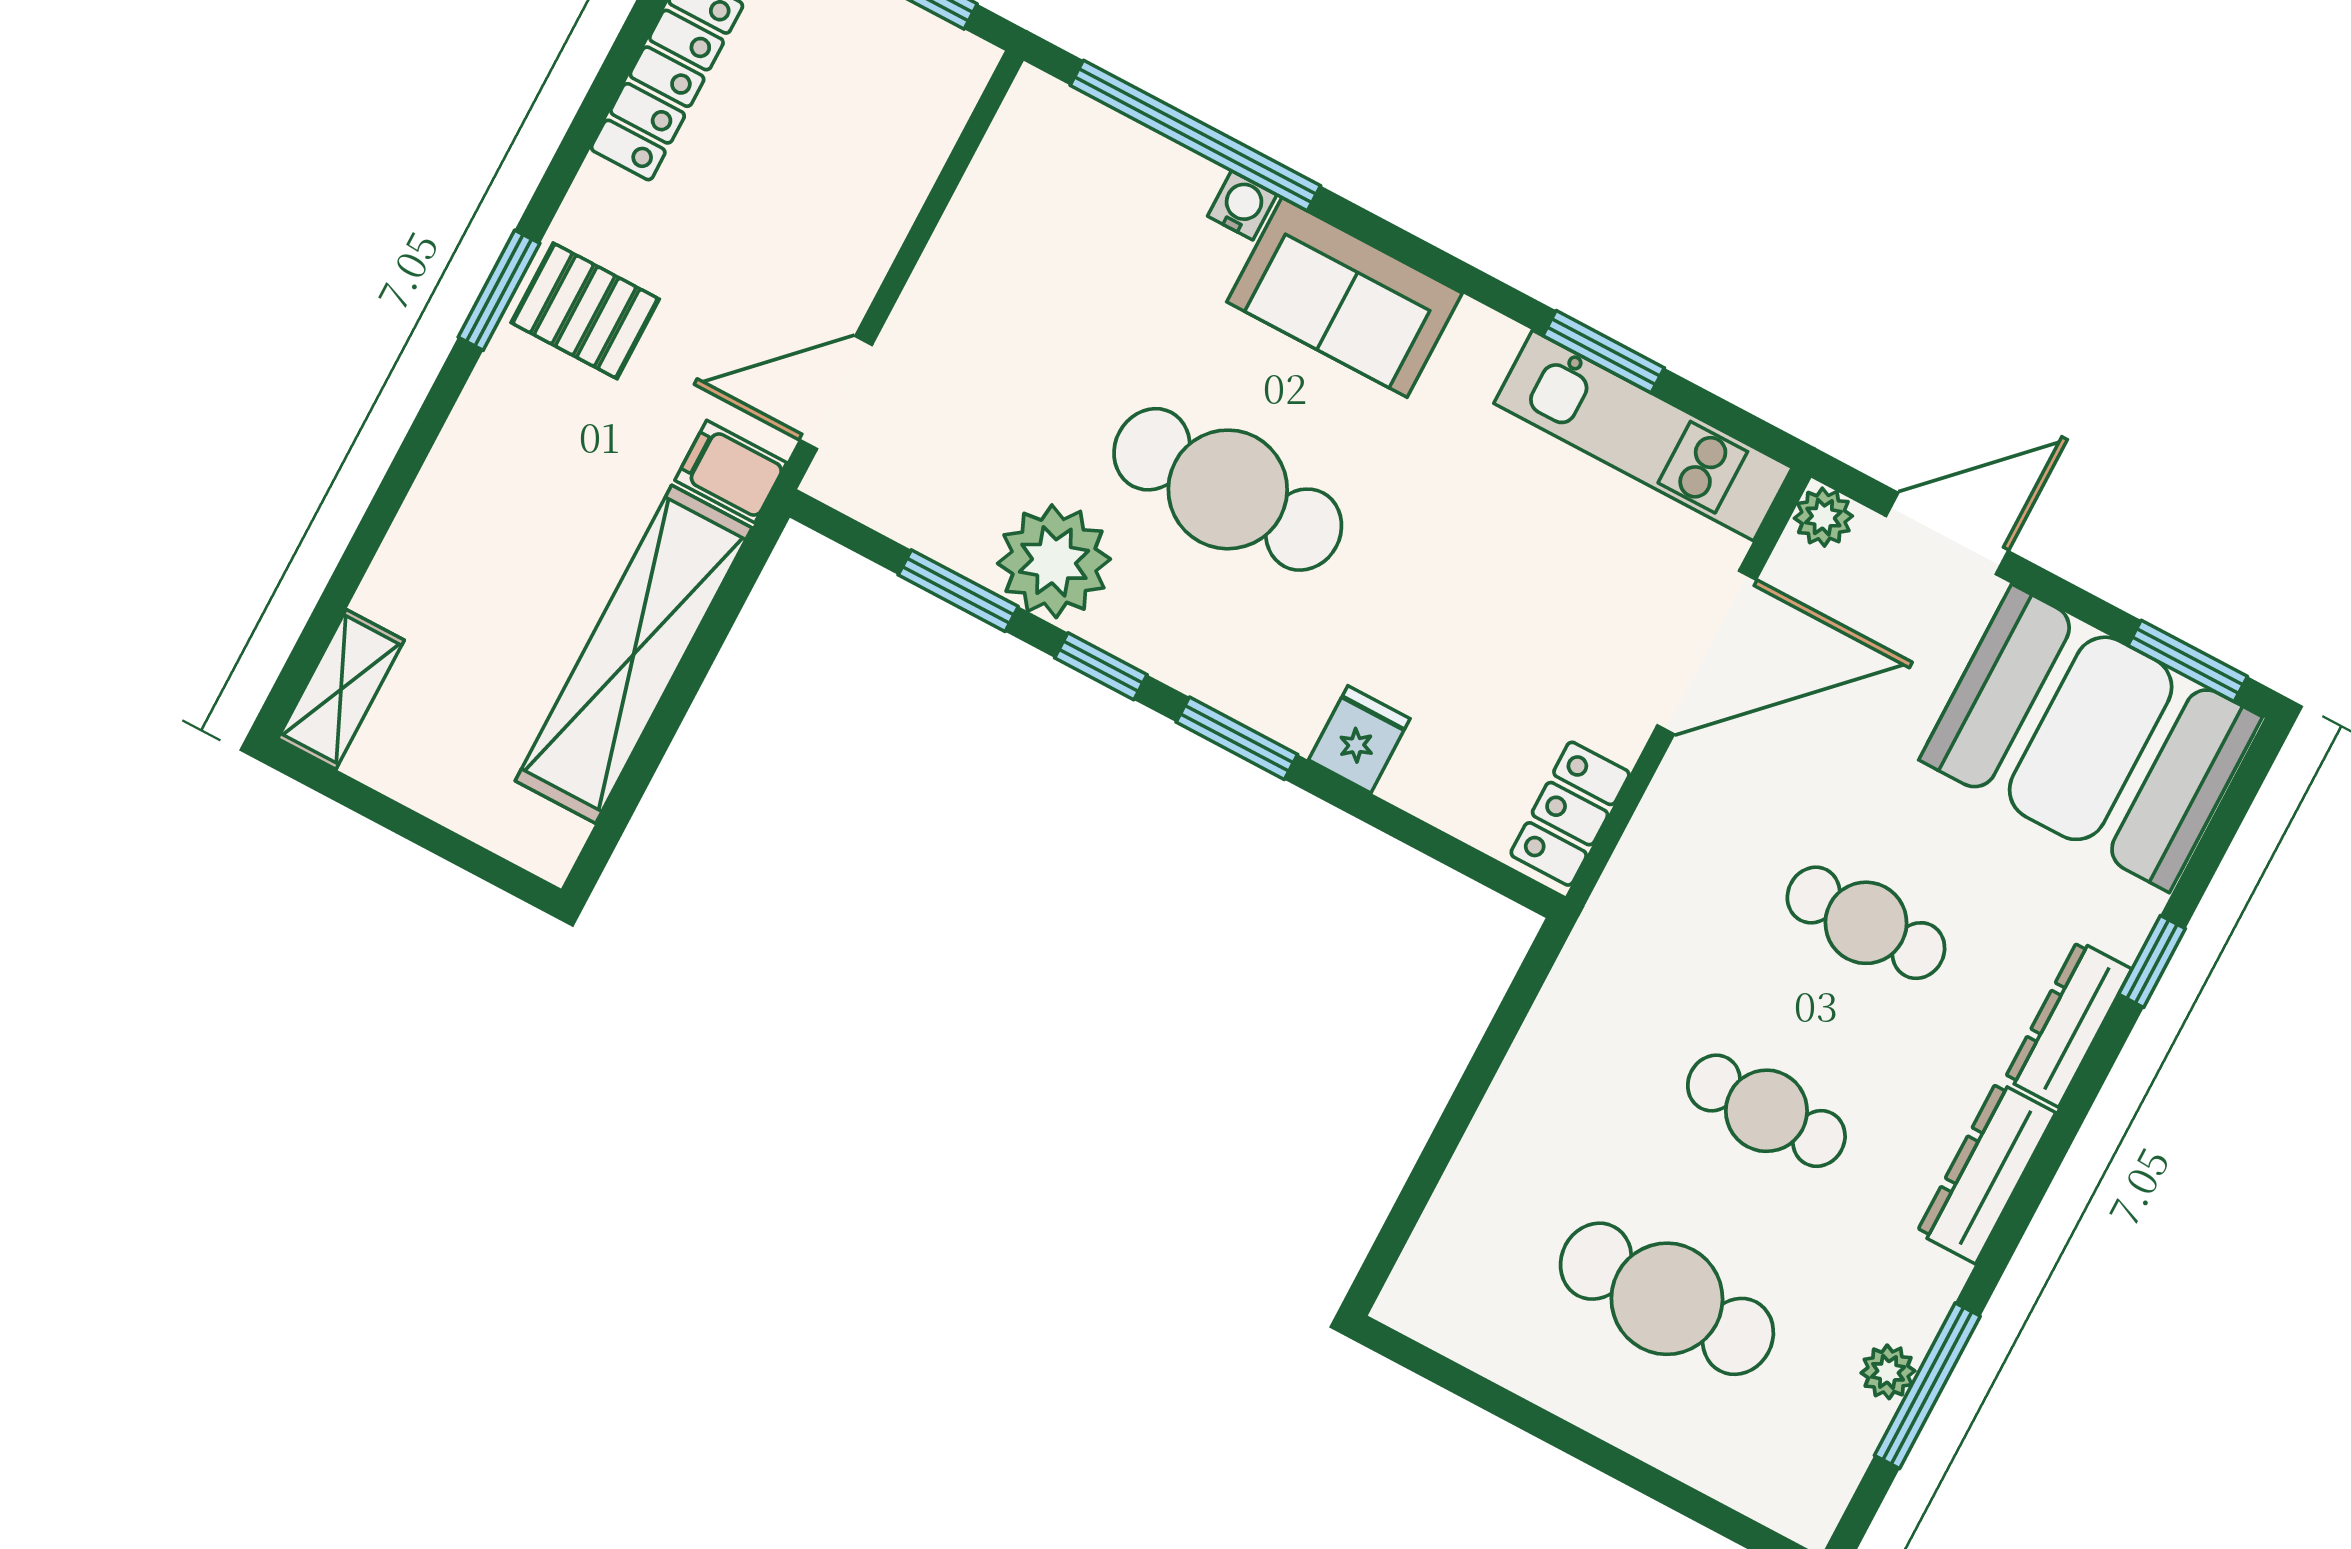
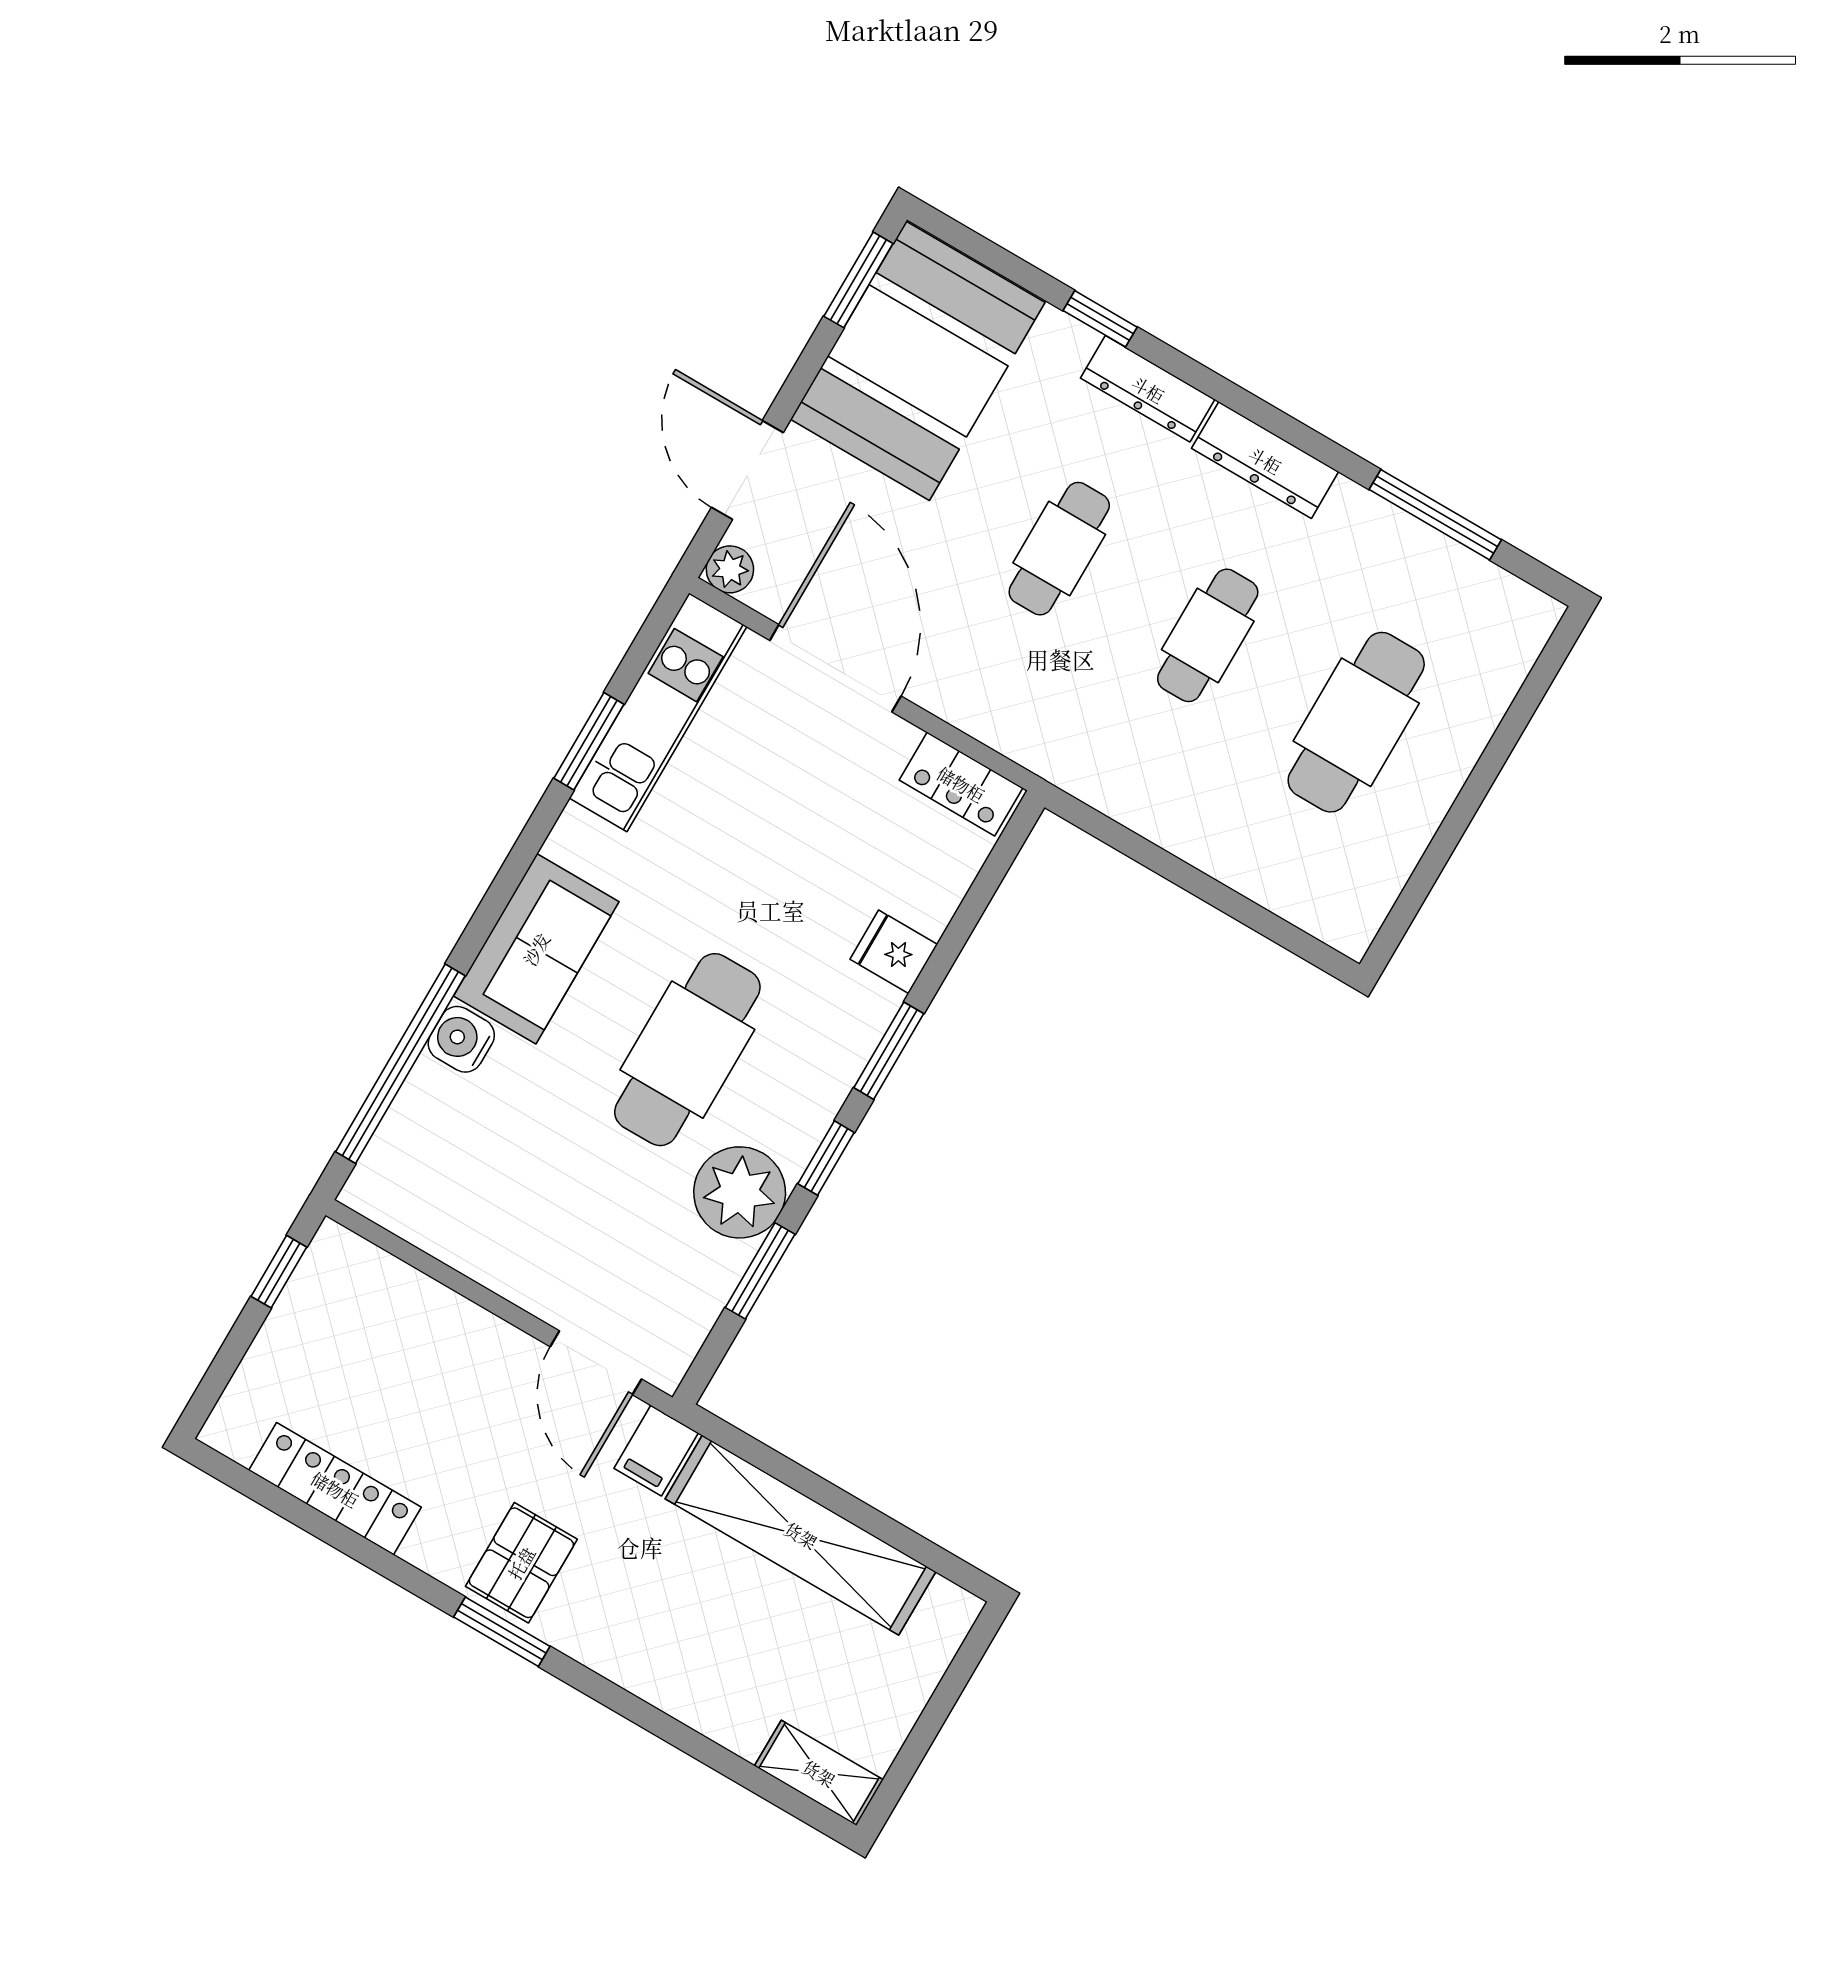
water cooler: (1242, 205) -> (461, 1039), width x1.38, depth x1.38
plant: (1888, 1372) -> (1423, 546), removed

